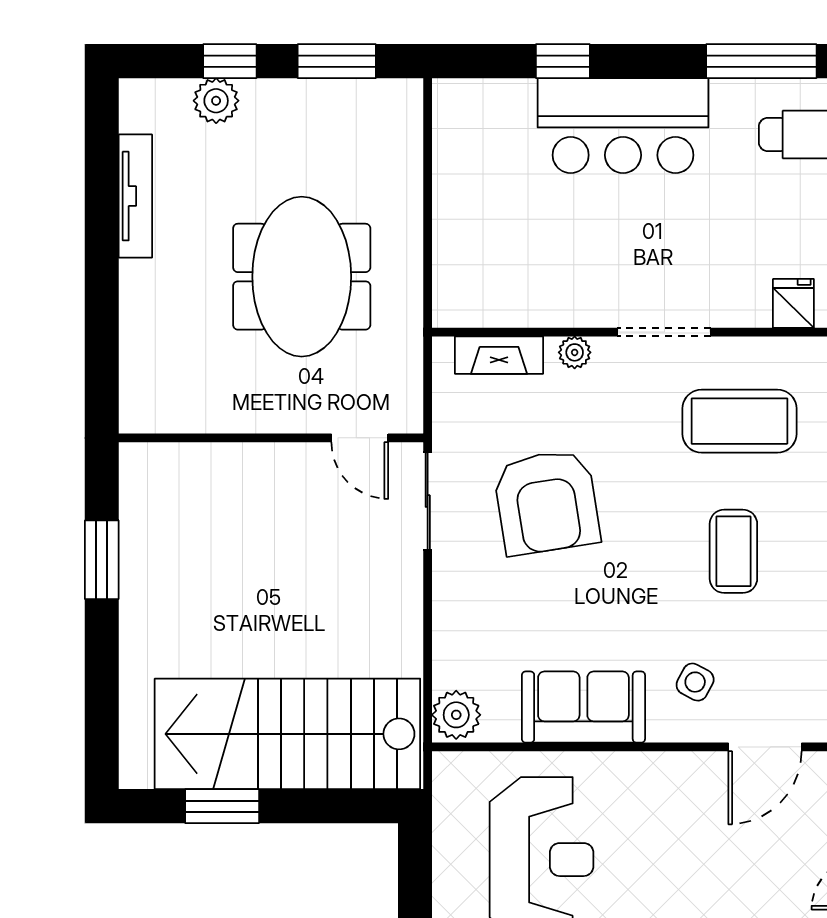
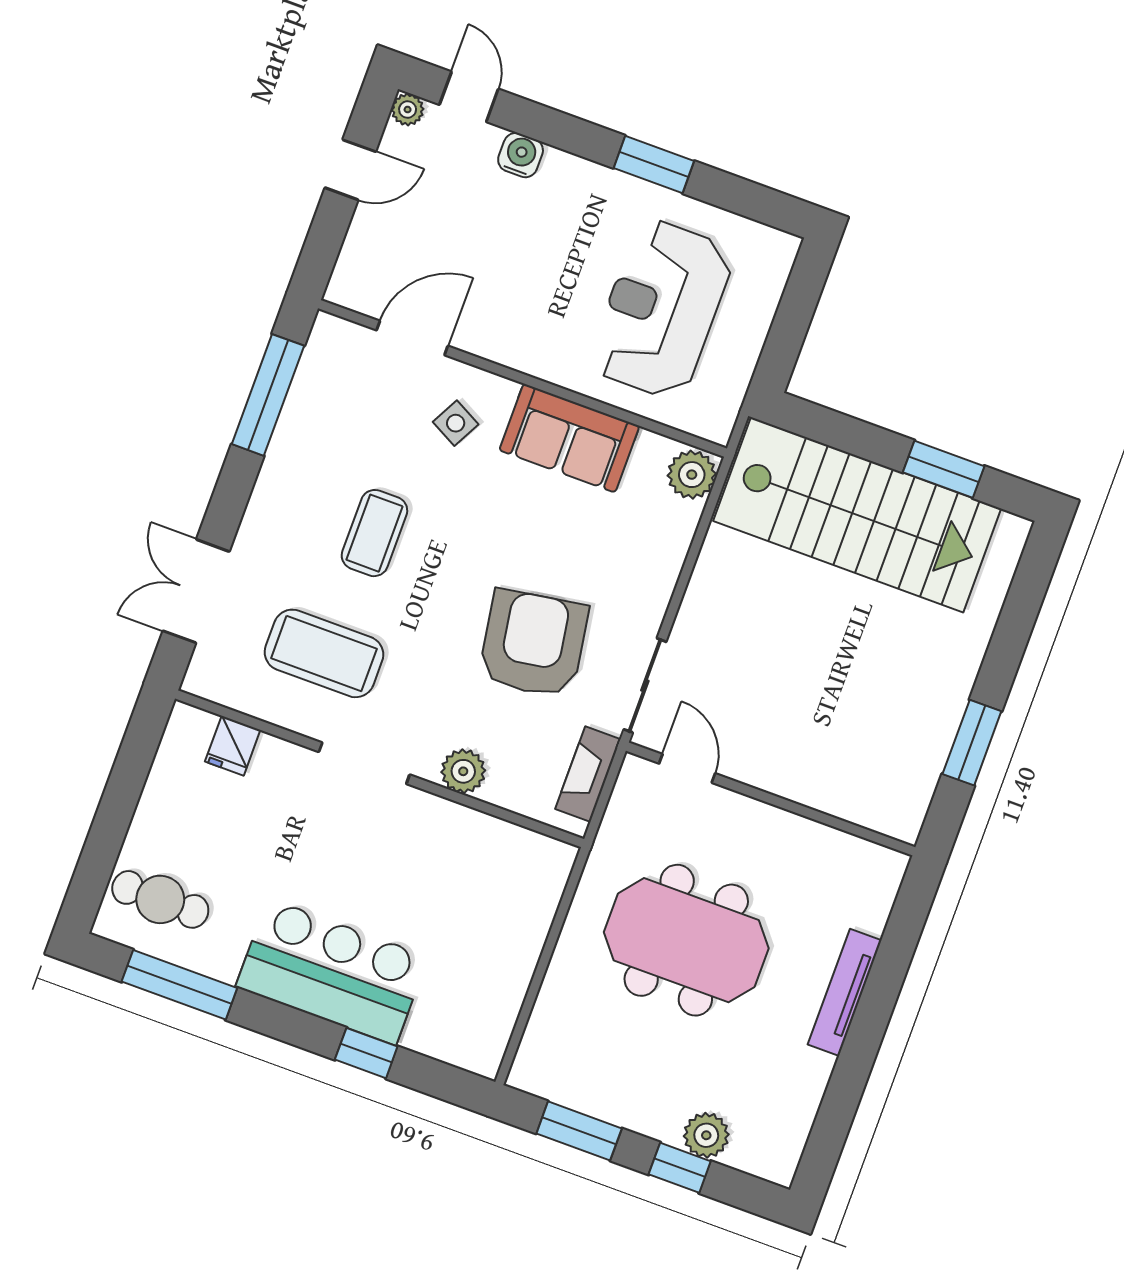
tv unit: (135, 196) -> (845, 992), moved
meeting table: (302, 277) -> (686, 940), turned 90
plant: (575, 352) -> (463, 771), width x1.38, depth x1.38
fireplace: (499, 355) -> (588, 774), moved, turned -90

